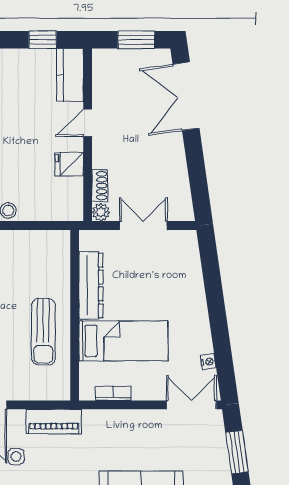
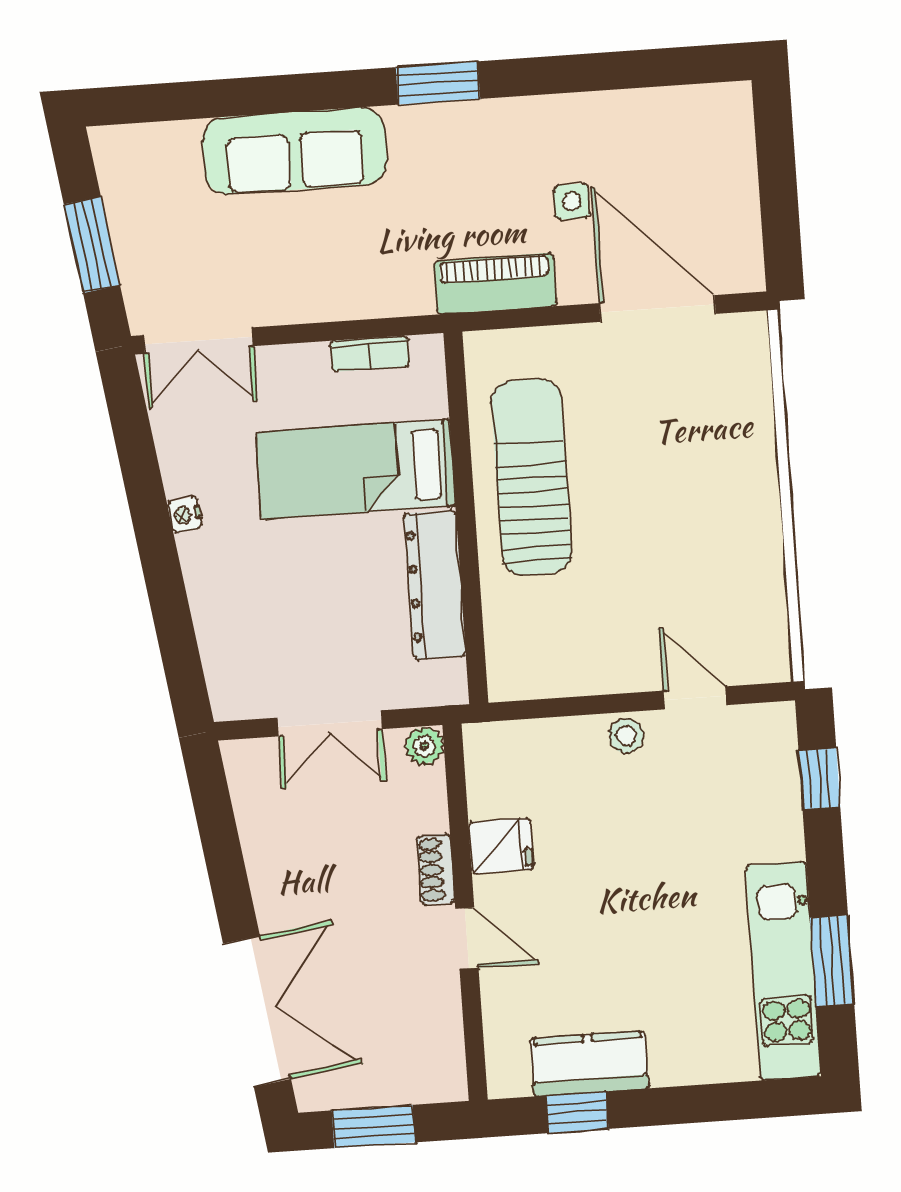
kitchen counter: (70, 75) -> (589, 1063), moved, turned -90
door: (88, 123) -> (467, 938), hinge flipped
shoe rack: (100, 186) -> (436, 869), moved
sun lounger: (43, 332) -> (531, 477), width x1.36, depth x1.34
nightstand: (208, 362) -> (185, 515), moved

